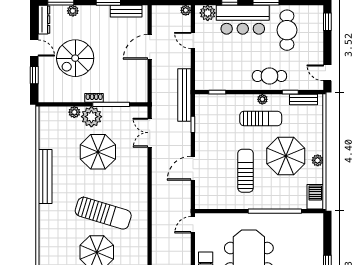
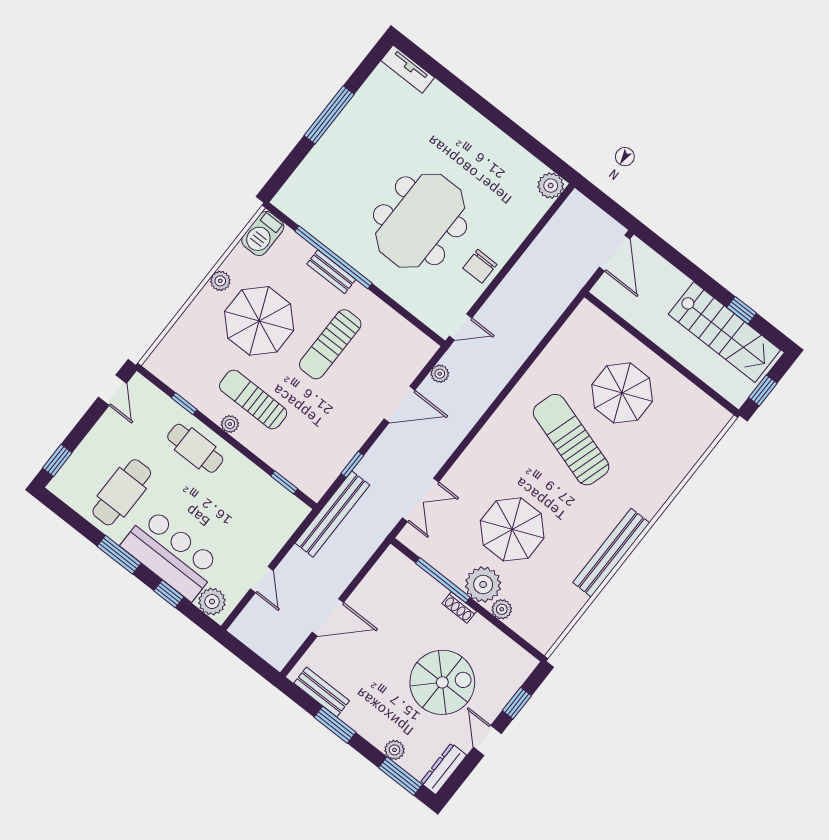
plant: (186, 10) -> (440, 374), moved
bench: (303, 100) -> (331, 272), moved

